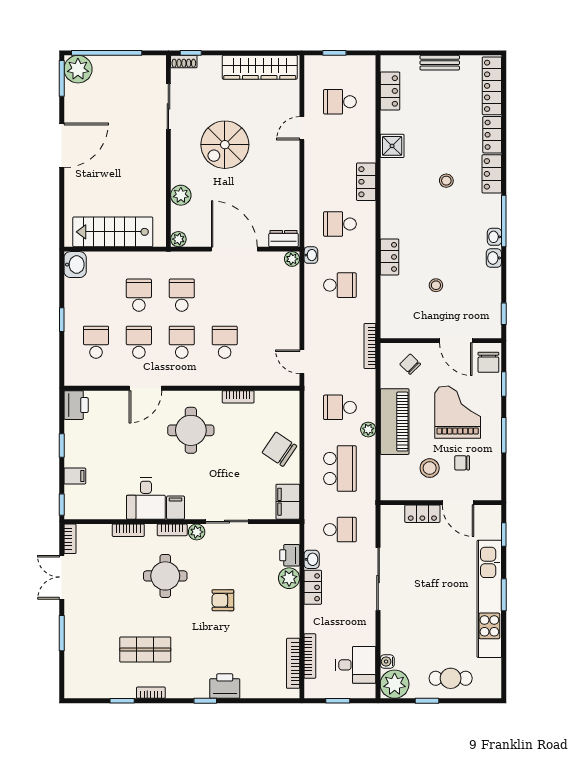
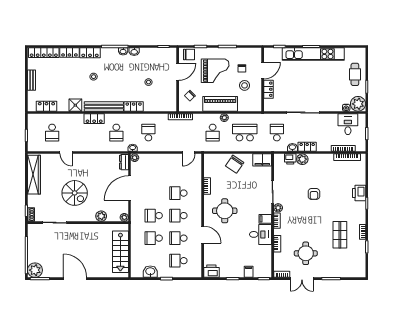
bench: (390, 200) -> (104, 106), added
washbasin: (75, 265) -> (150, 272), moved
grand piano: (458, 412) -> (215, 71), turned 180
round table: (165, 576) -> (306, 253), moved

